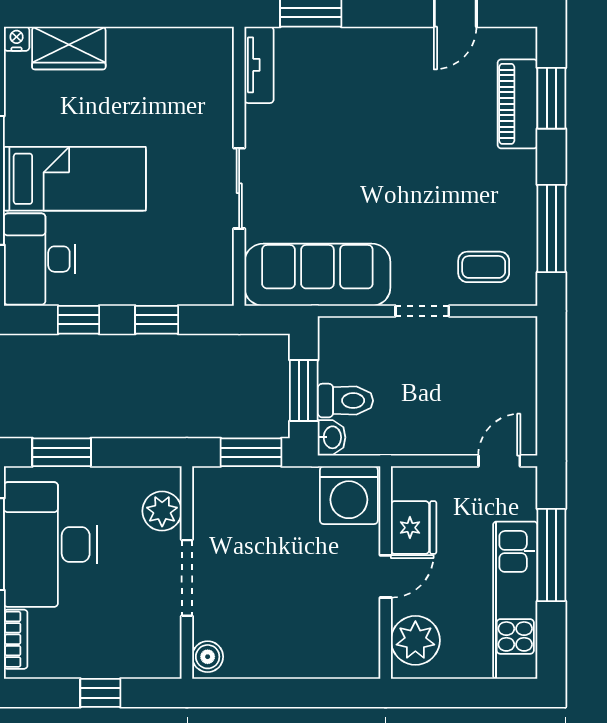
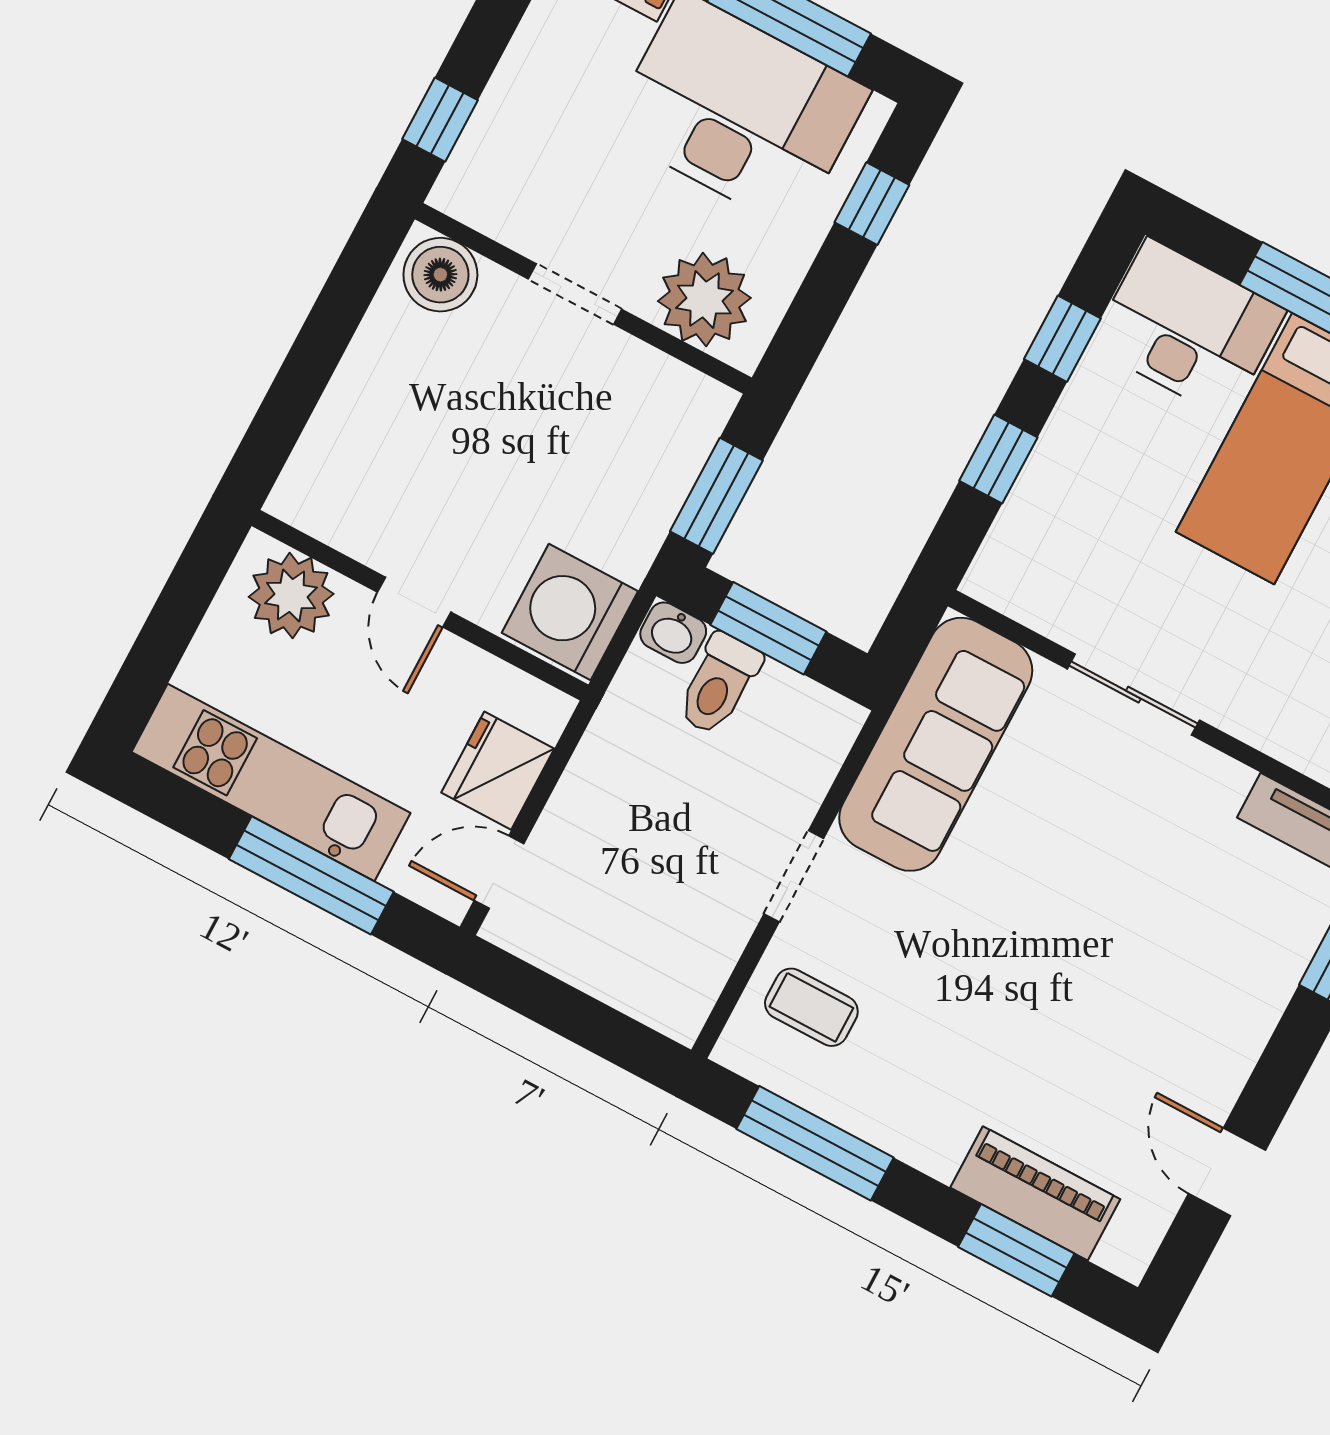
coffee table: (484, 267) -> (811, 1007), turned 90
window: (62, 452) -> (872, 204), width x0.67
door: (499, 461) -> (499, 872), swing flipped
plant: (162, 511) -> (704, 299), width x1.36, depth x1.36
fridge: (414, 528) -> (498, 771), moved, turned 90
doorway: (187, 578) -> (575, 294), width x0.73
boiler: (208, 657) -> (440, 275), width x1.36, depth x1.36
window: (100, 693) -> (440, 120), moved

